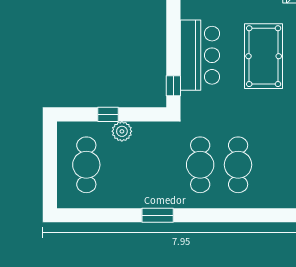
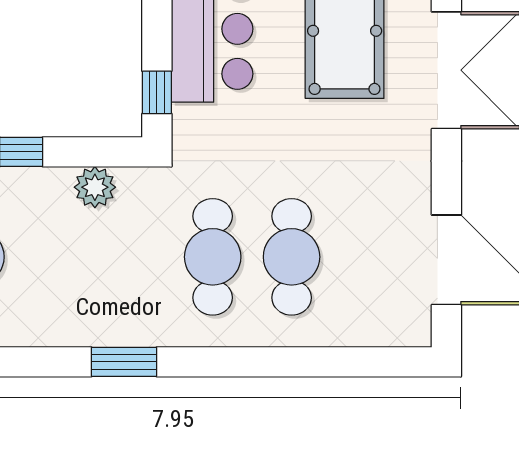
plant: (122, 131) -> (95, 187), moved

